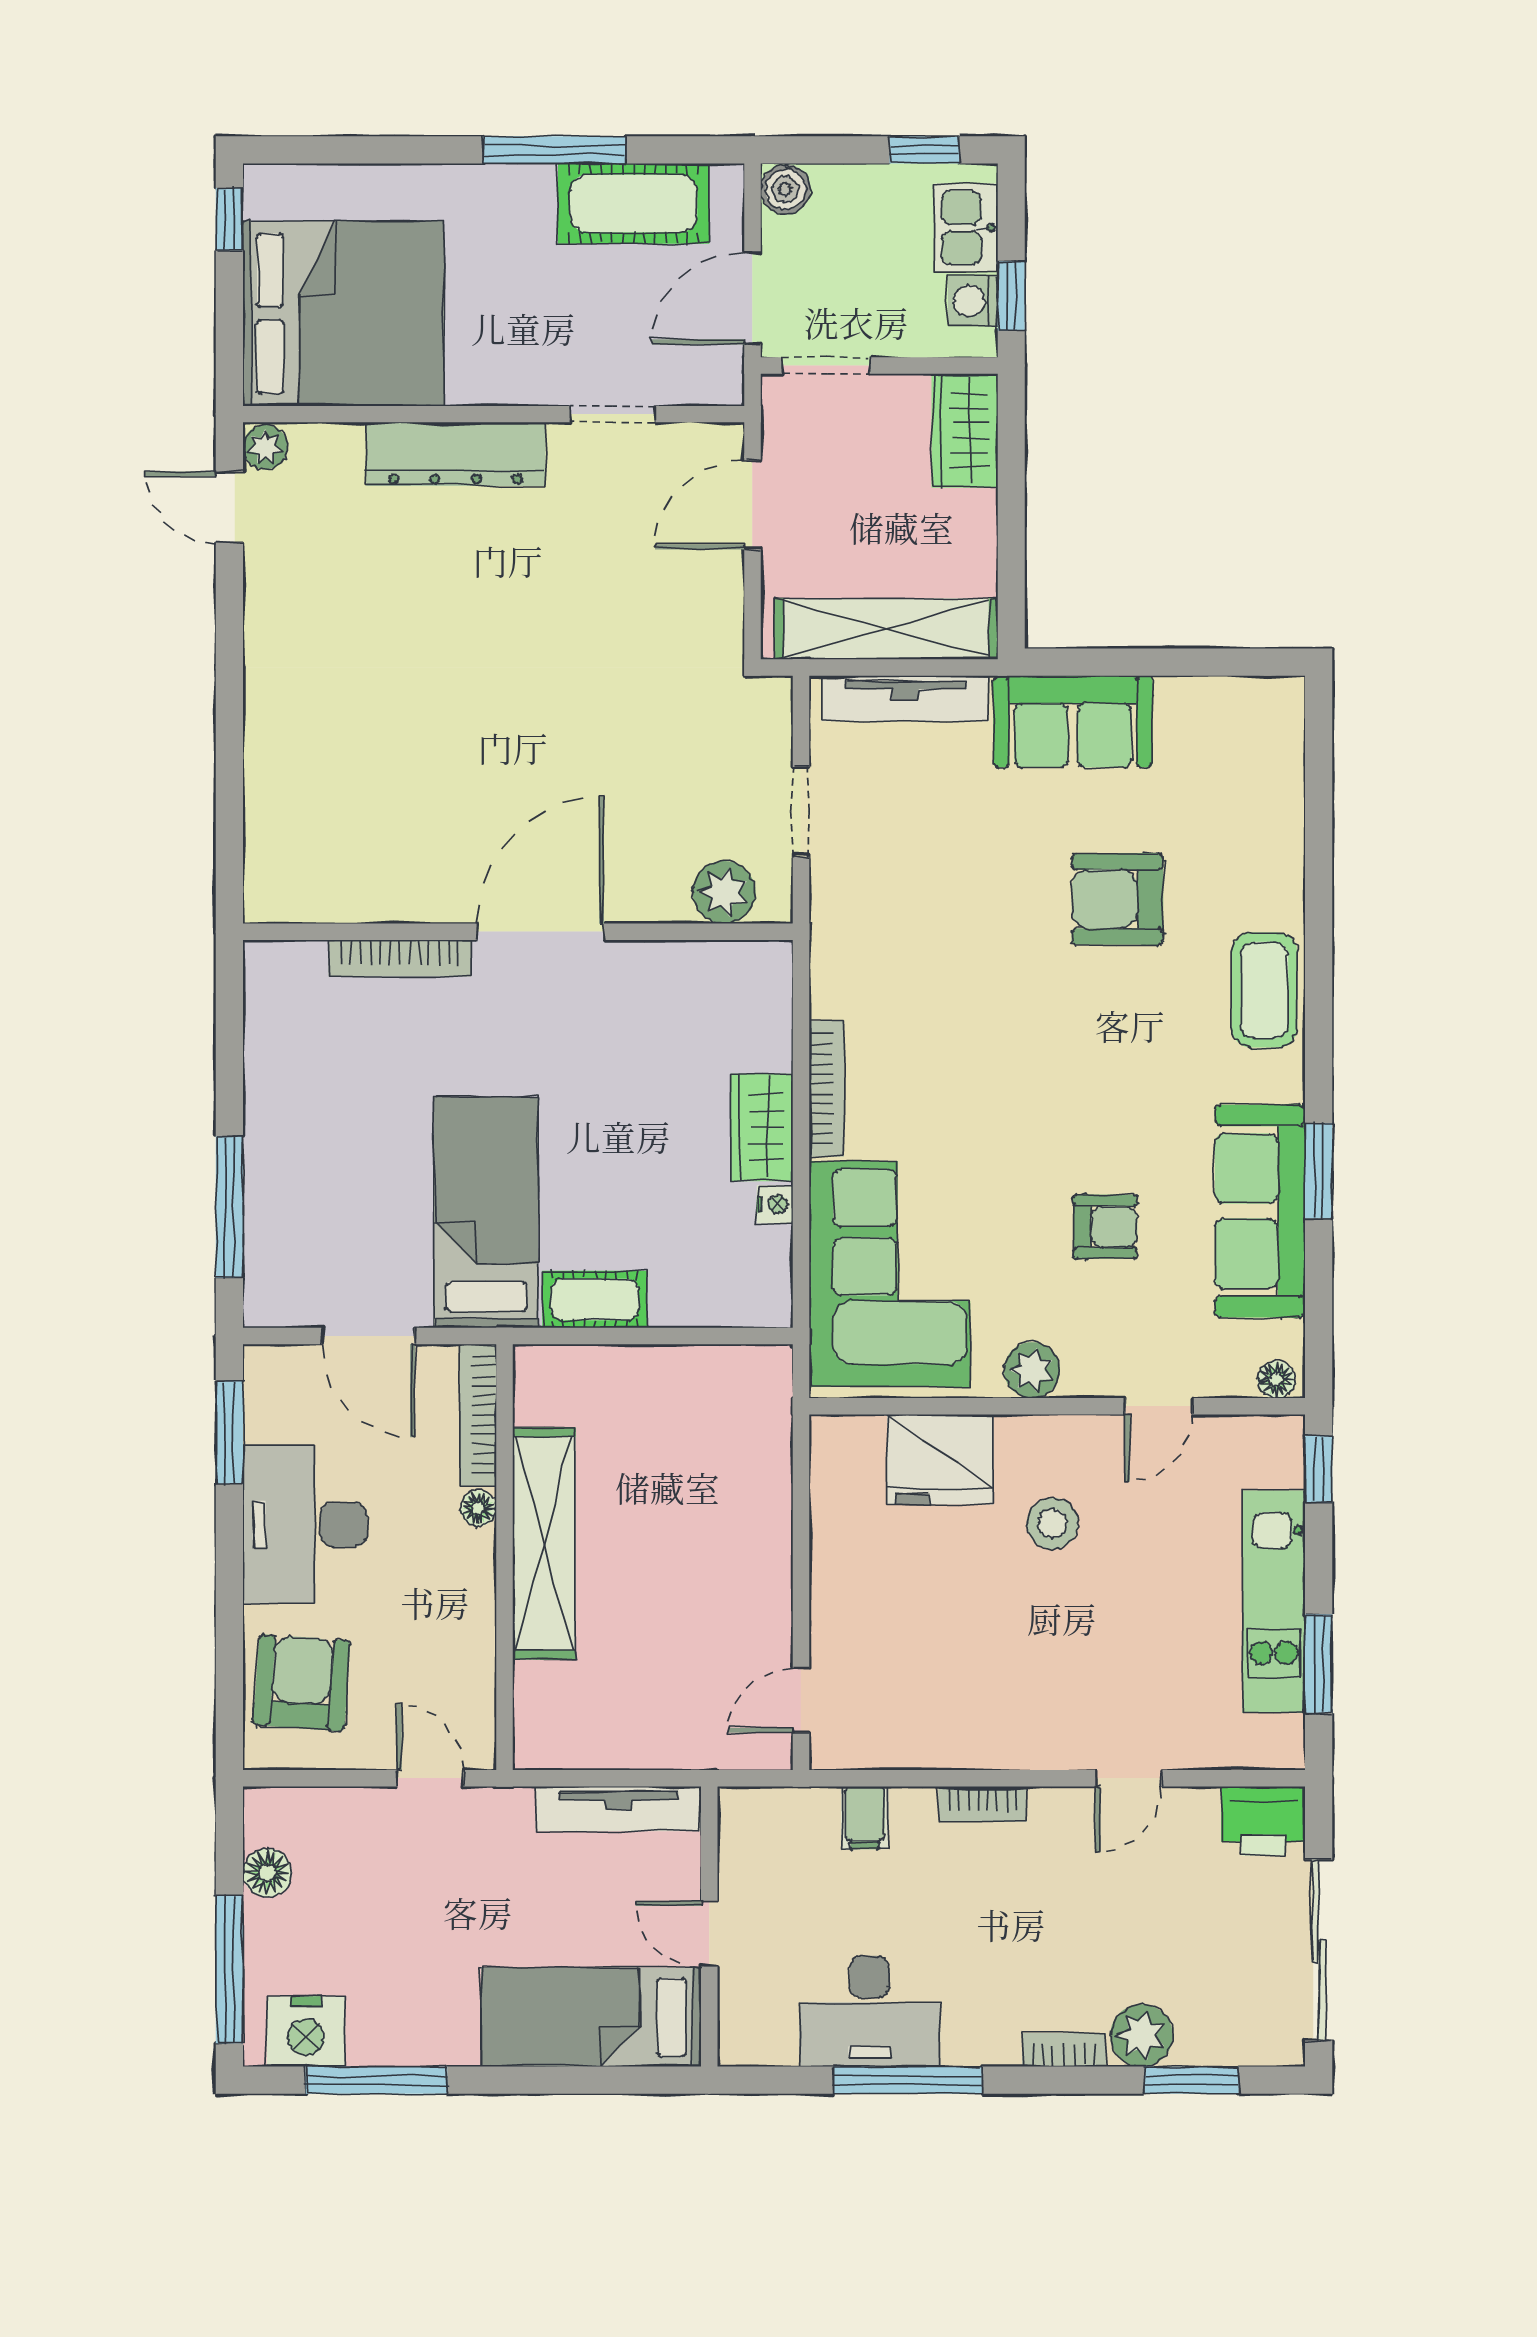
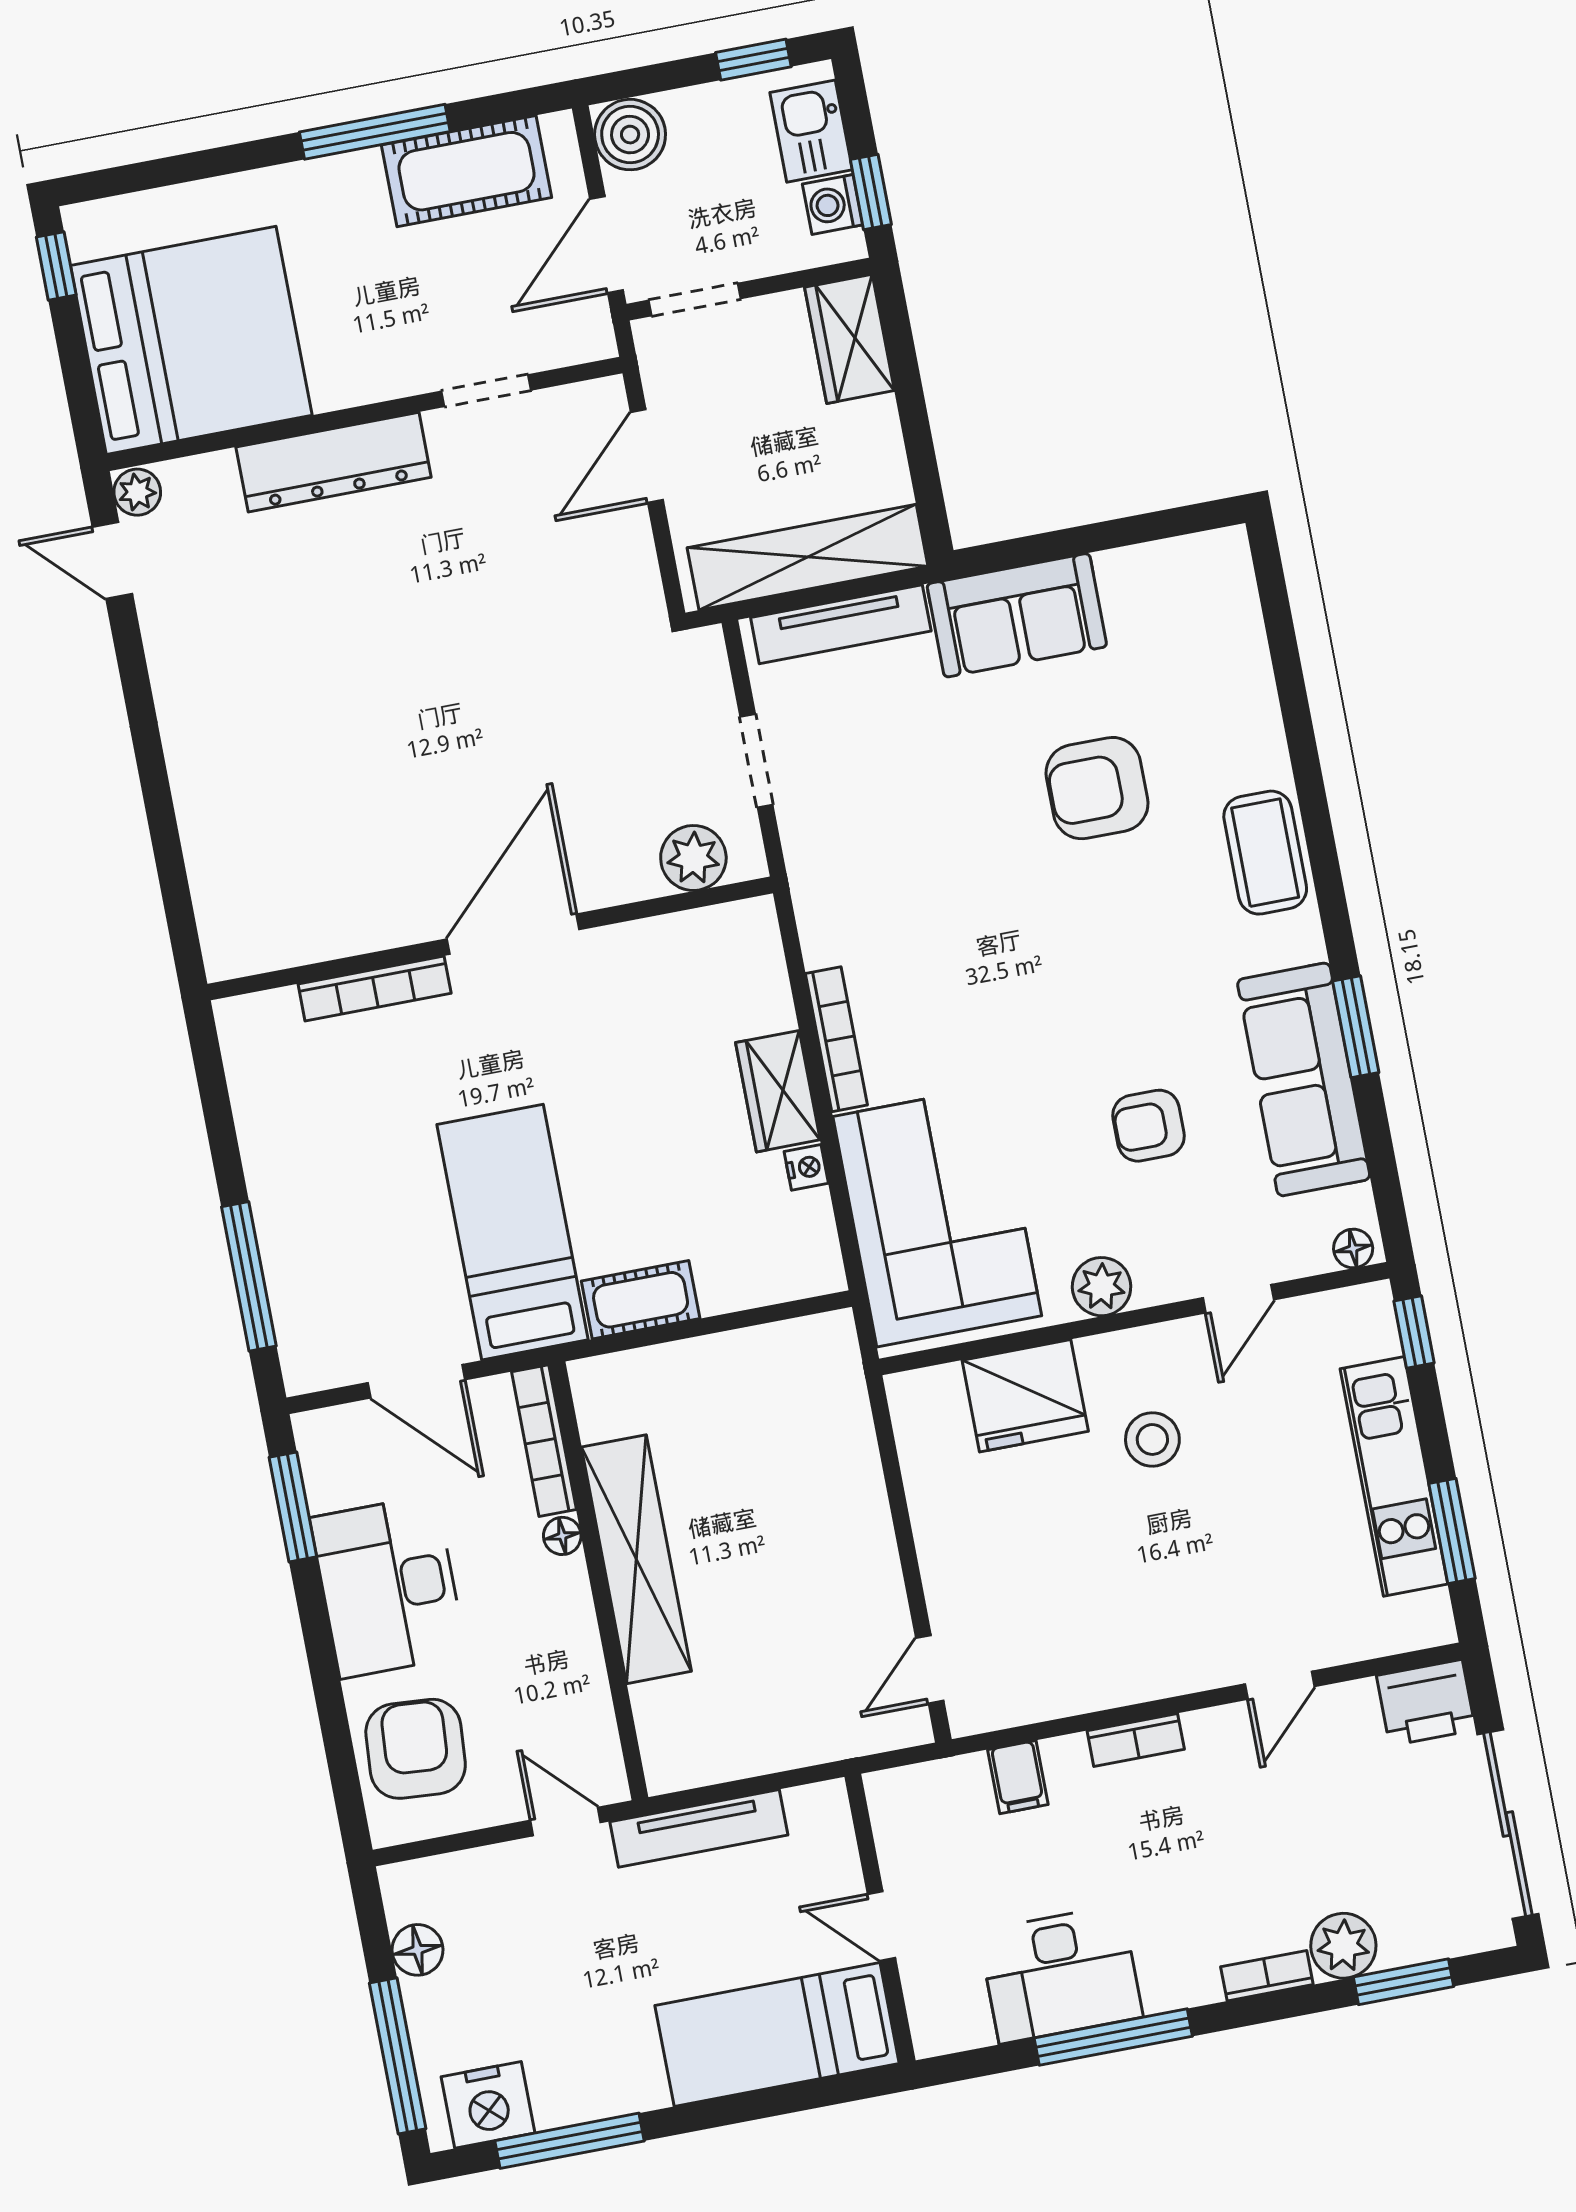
boiler: (785, 189) -> (630, 135), width x1.36, depth x1.36
armchair: (1105, 1227) -> (1149, 1126), turned 180
tv unit: (618, 1809) -> (699, 1828), moved

